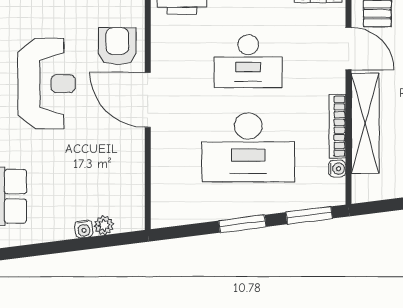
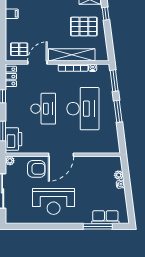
armchair: (117, 46) -> (36, 169), turned 180
reception desk: (47, 84) -> (54, 201), turned 180

